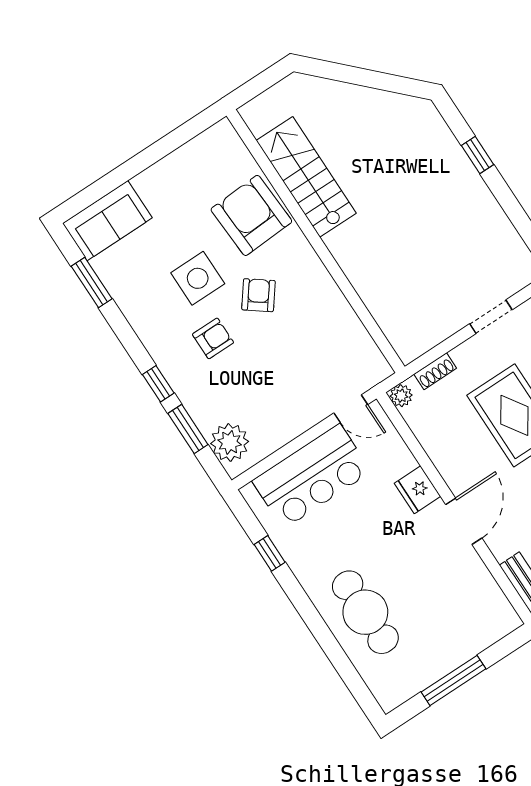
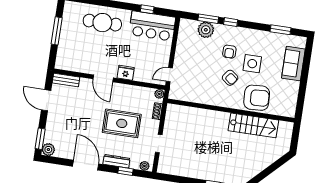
sofa: (107, 221) -> (293, 64), moved
plant: (230, 442) -> (206, 30), moved
bar counter: (312, 476) -> (152, 26), moved, turned -90

